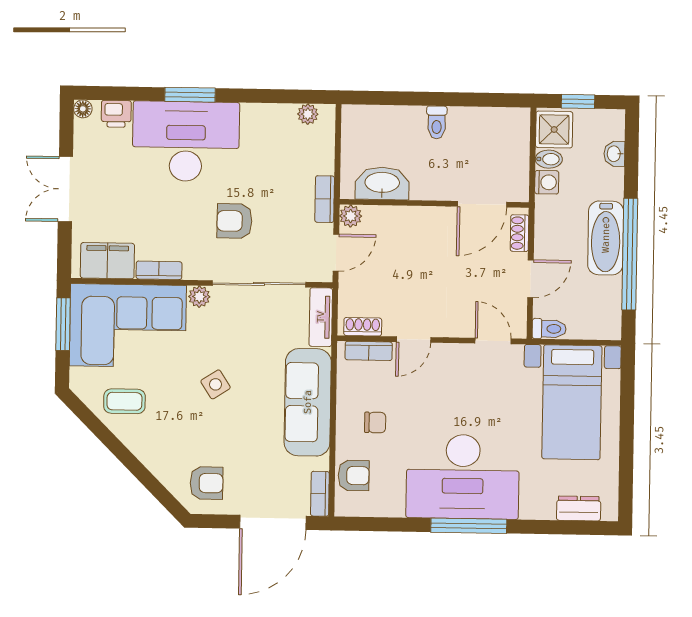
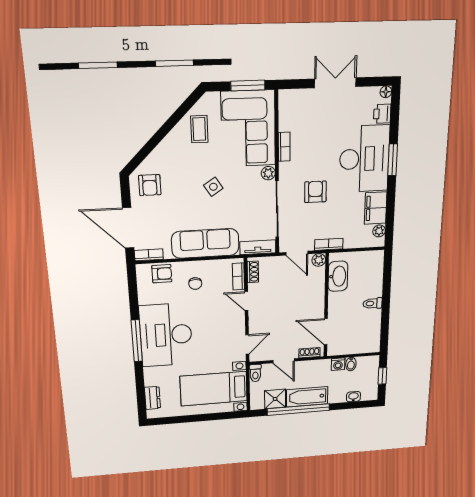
shower: (554, 130) -> (275, 399), moved
filing cabinet: (107, 261) -> (376, 208), moved, turned 180
armchair: (354, 476) -> (162, 274), turned -90

